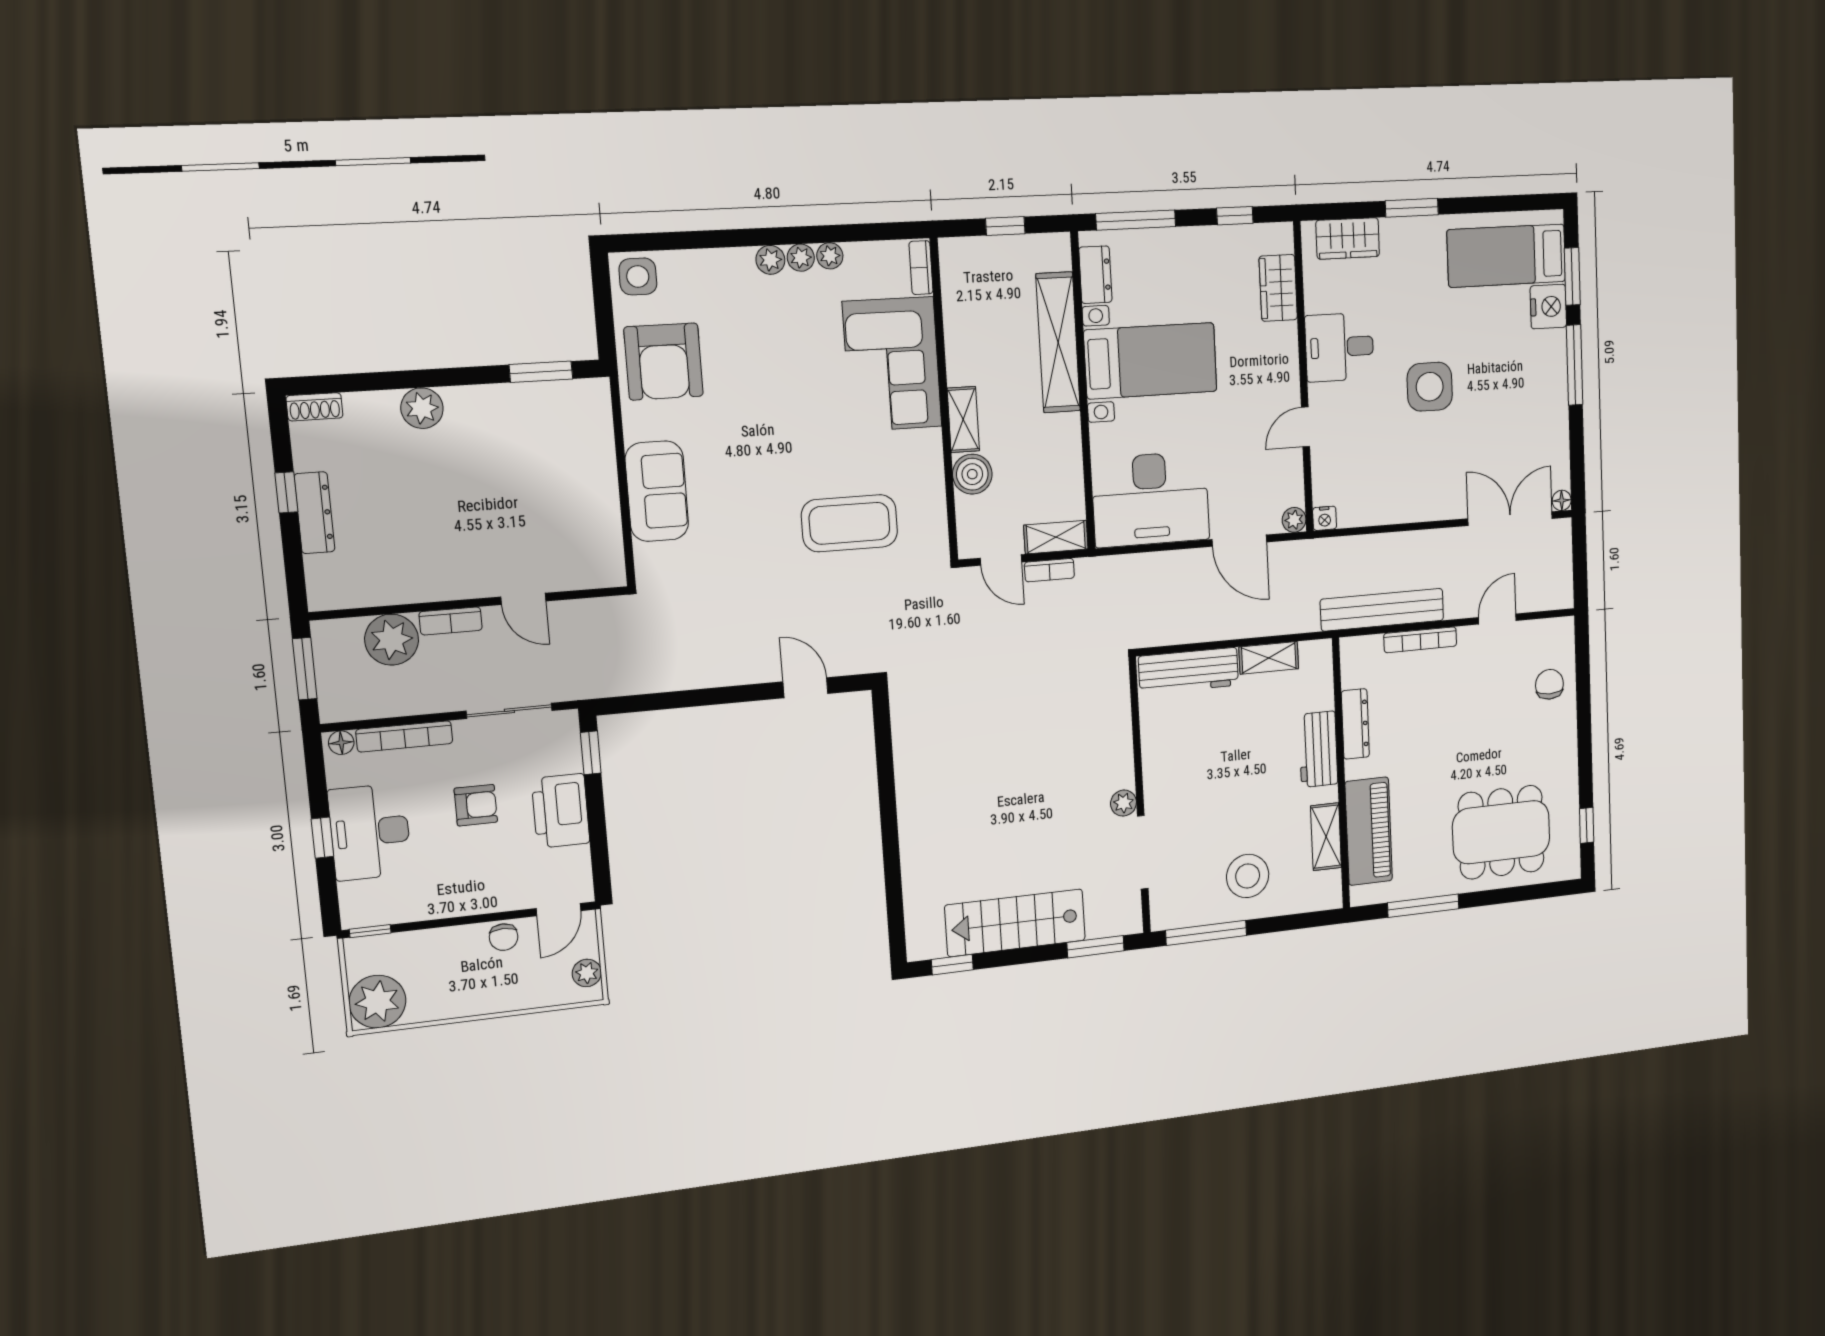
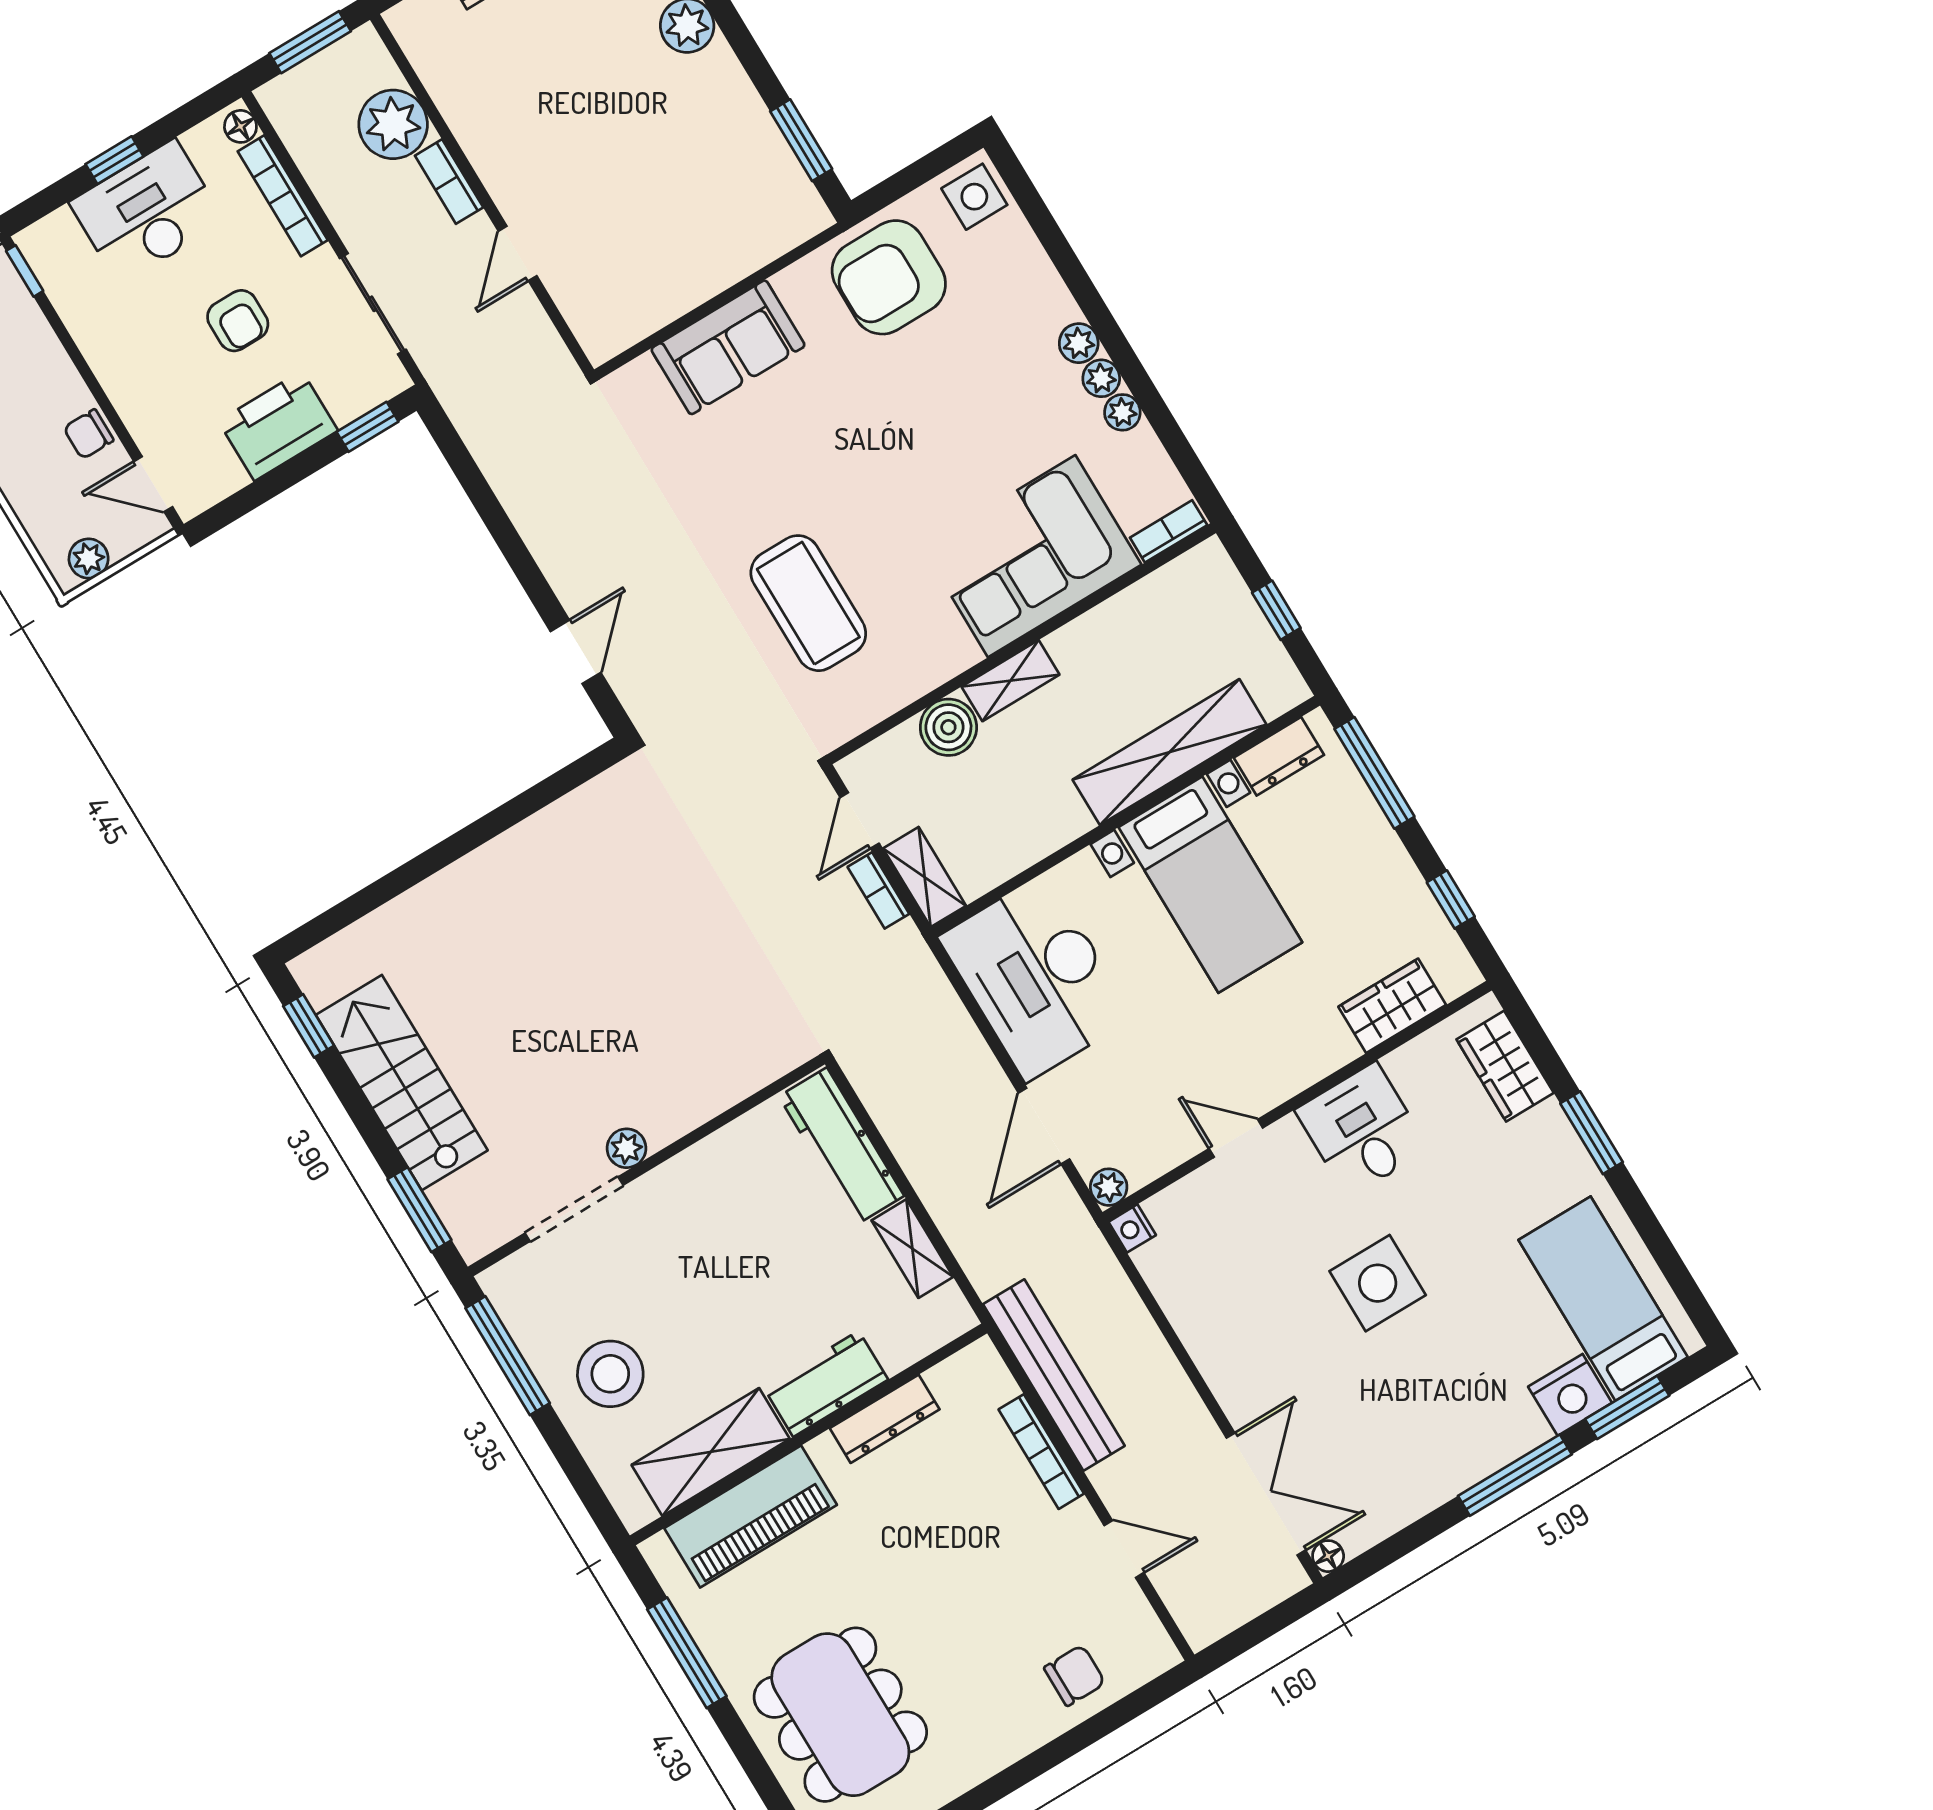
shelving: (1326, 837) -> (711, 1452), width x1.50, depth x1.33

